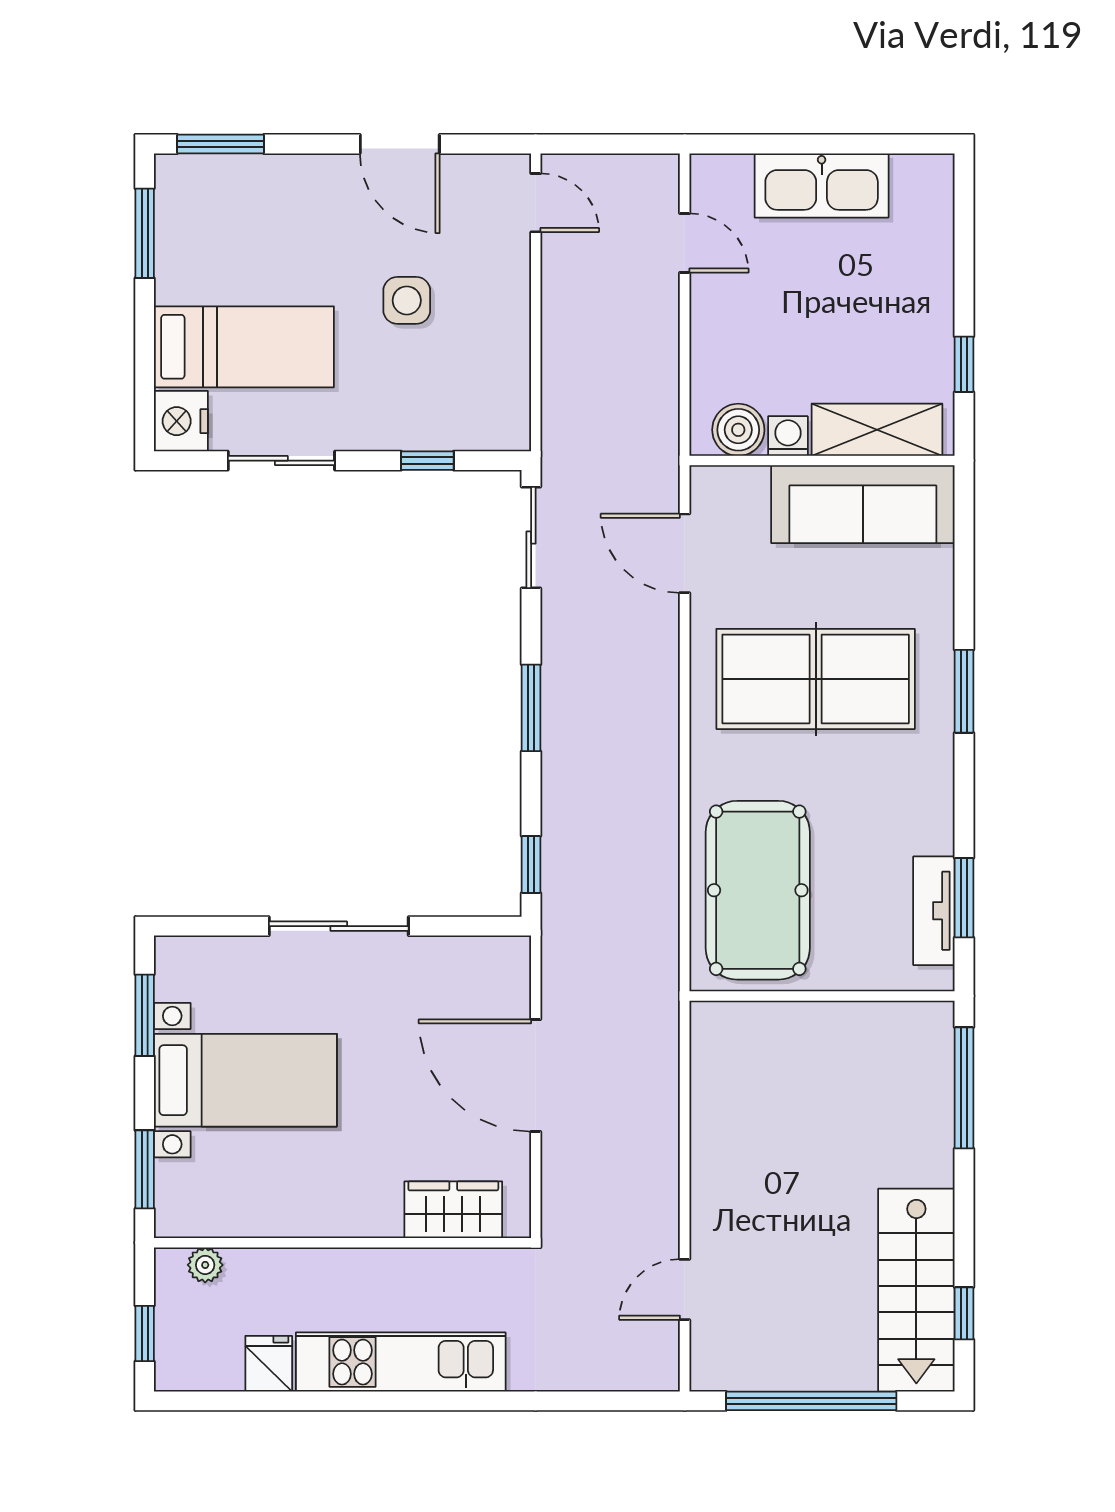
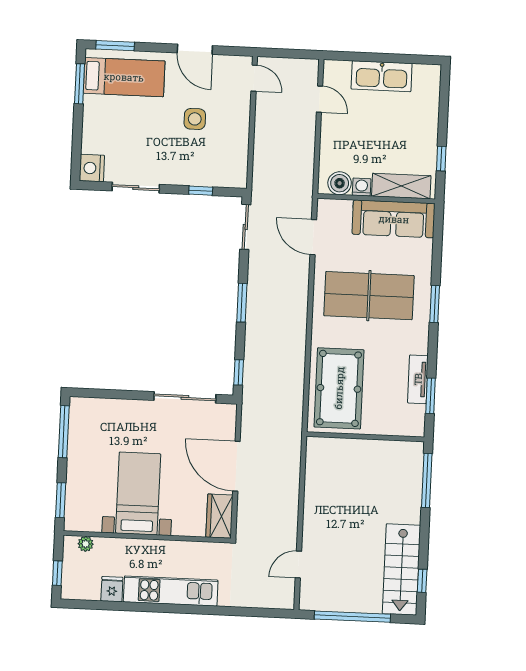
bed: (244, 347) -> (124, 77), moved
tv unit: (934, 911) -> (418, 379), moved
sliding door: (339, 926) -> (185, 397), moved
window: (145, 1015) -> (64, 432), width x1.44
bed with nightstands: (245, 1080) -> (138, 493), moved, turned -90
wardrobe: (453, 1210) -> (219, 516), moved, turned -90

